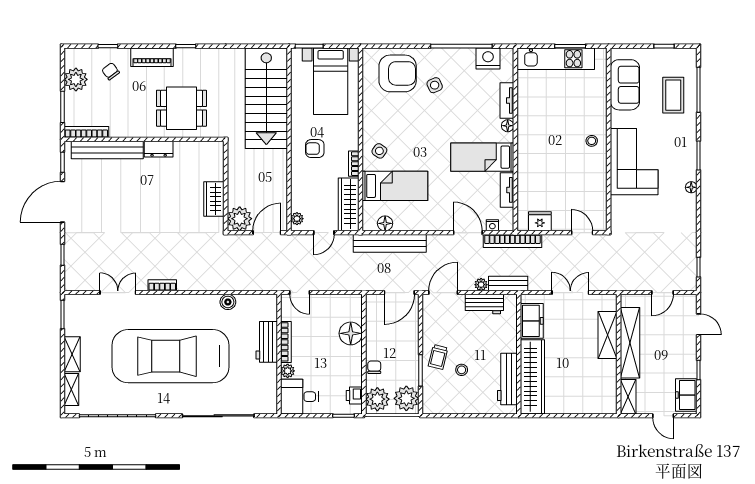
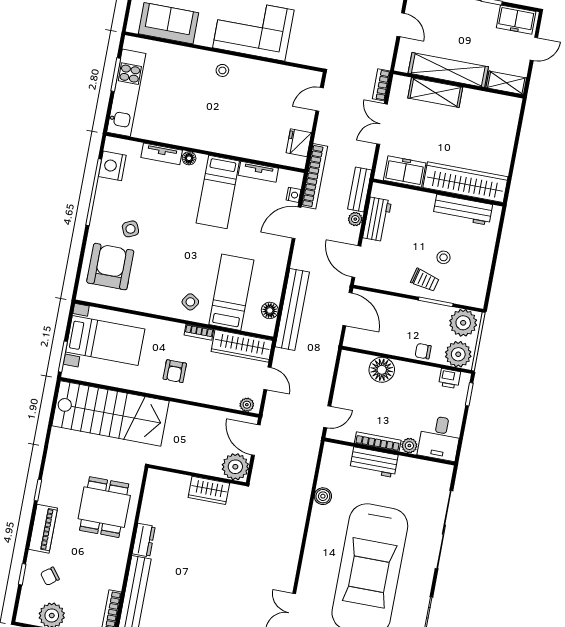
bookcase: (162, 285) -> (381, 85), moved

